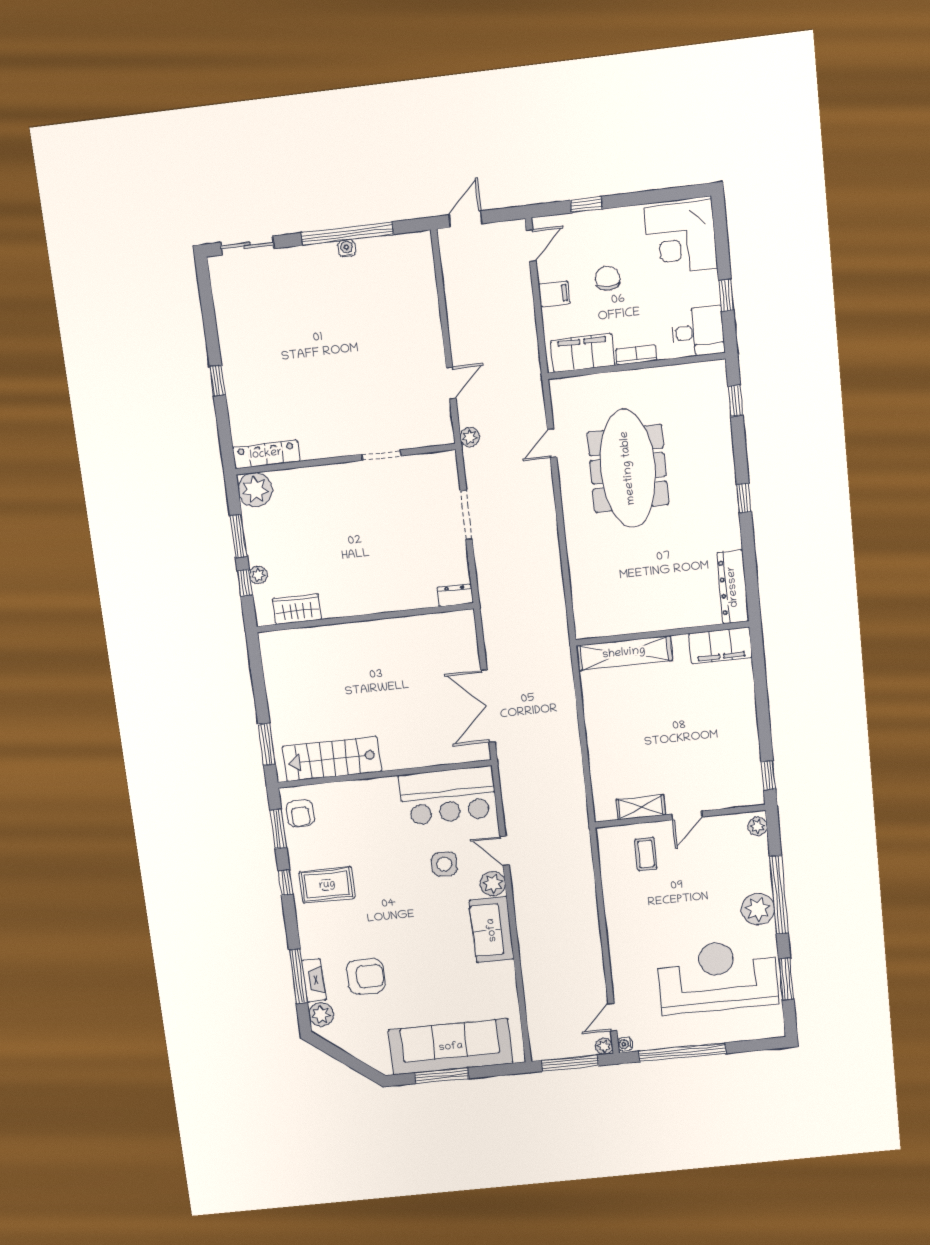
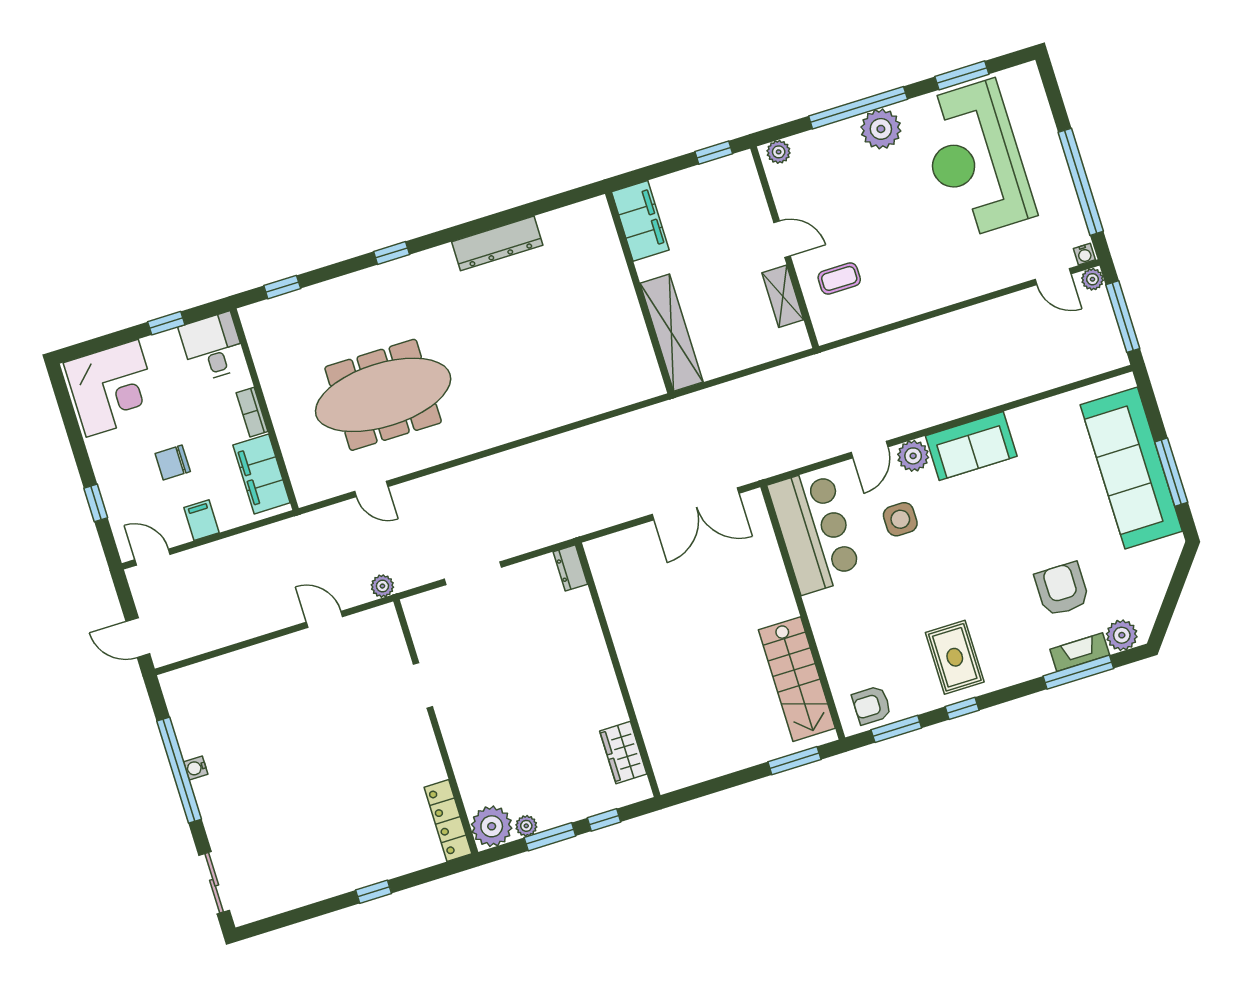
plant: (258, 575) -> (526, 826), moved
wall: (662, 633) -> (639, 293), moved
filing cabinet: (721, 645) -> (640, 221), moved
shelving: (624, 653) -> (672, 333), moved
armchair: (300, 813) -> (872, 705), turned 180

